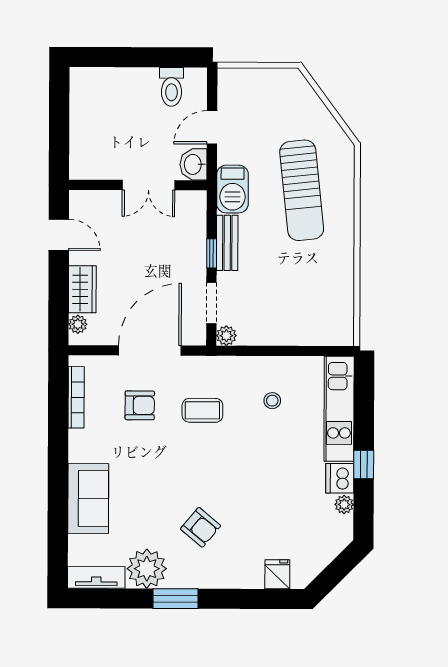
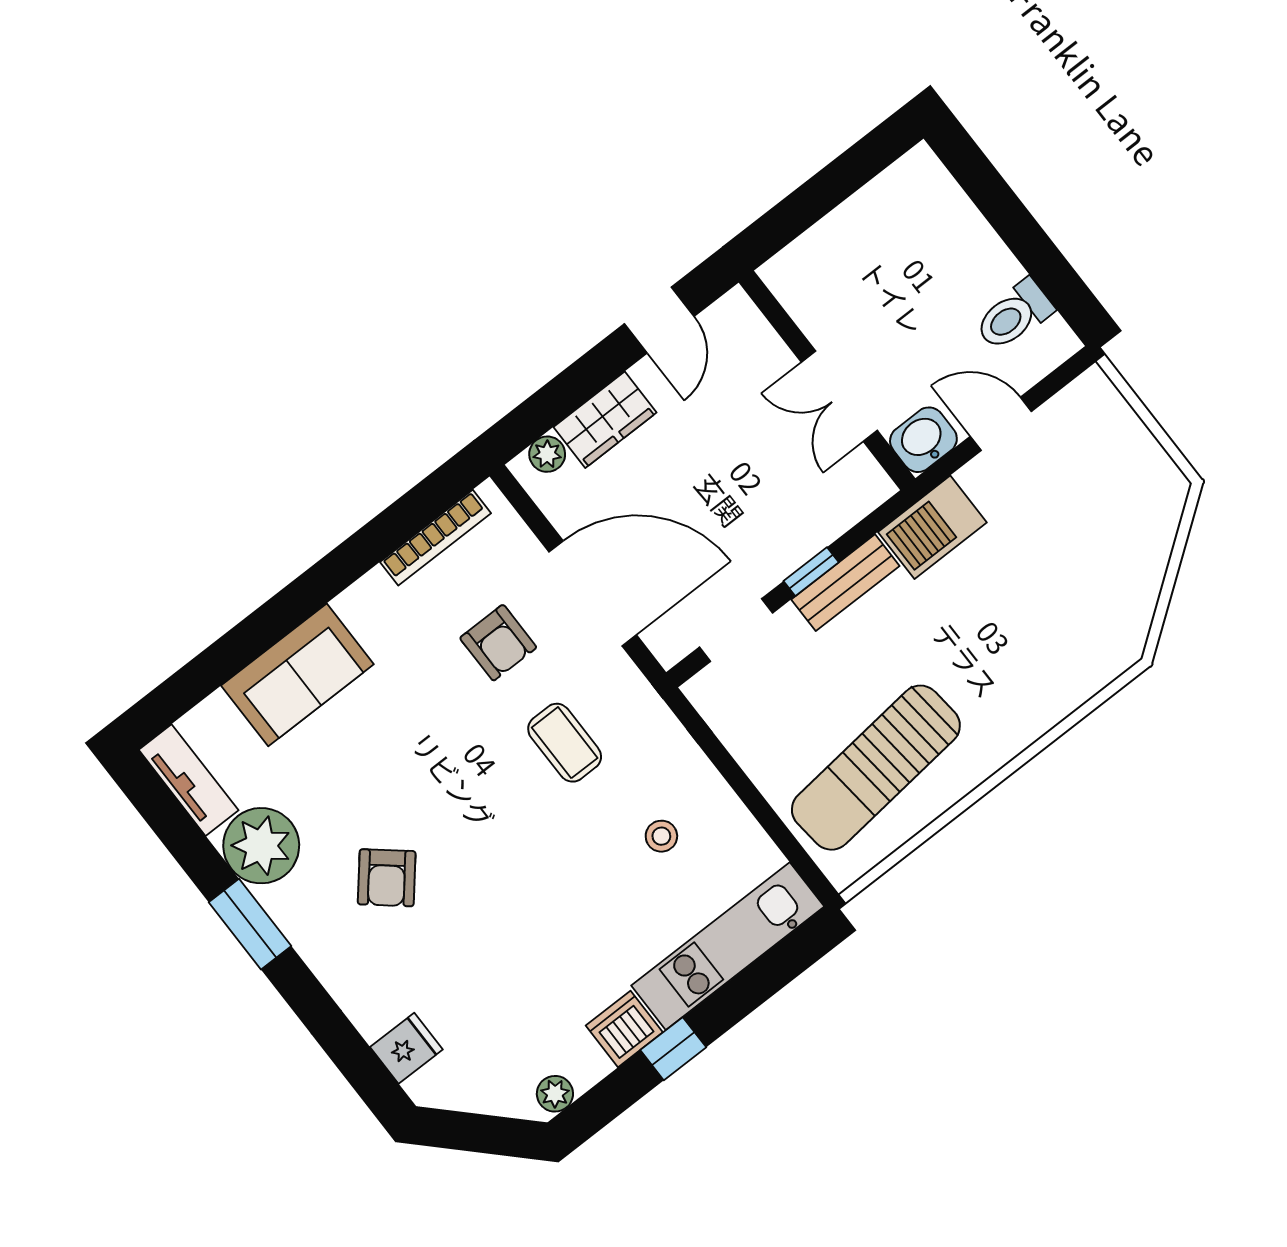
sun lounger: (302, 190) -> (876, 768), moved
plant: (226, 336) -> (705, 691), removed
plant: (344, 505) -> (555, 1094), moved

